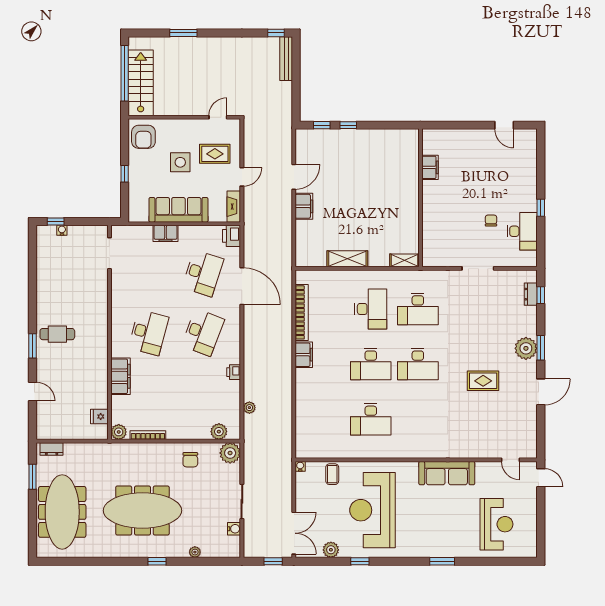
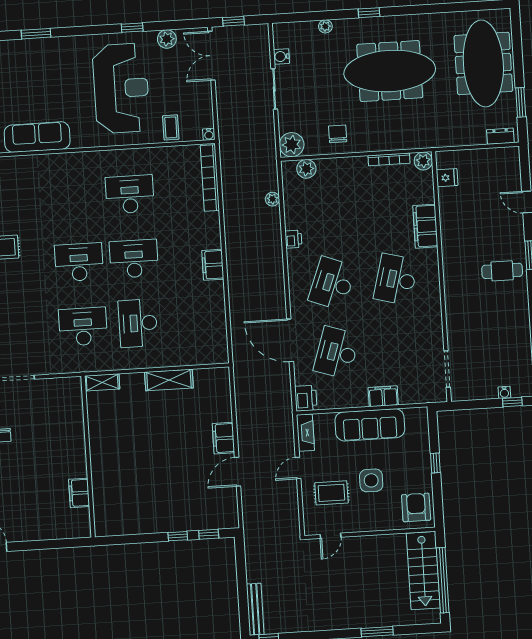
bookcase: (302, 312) -> (210, 178), moved

